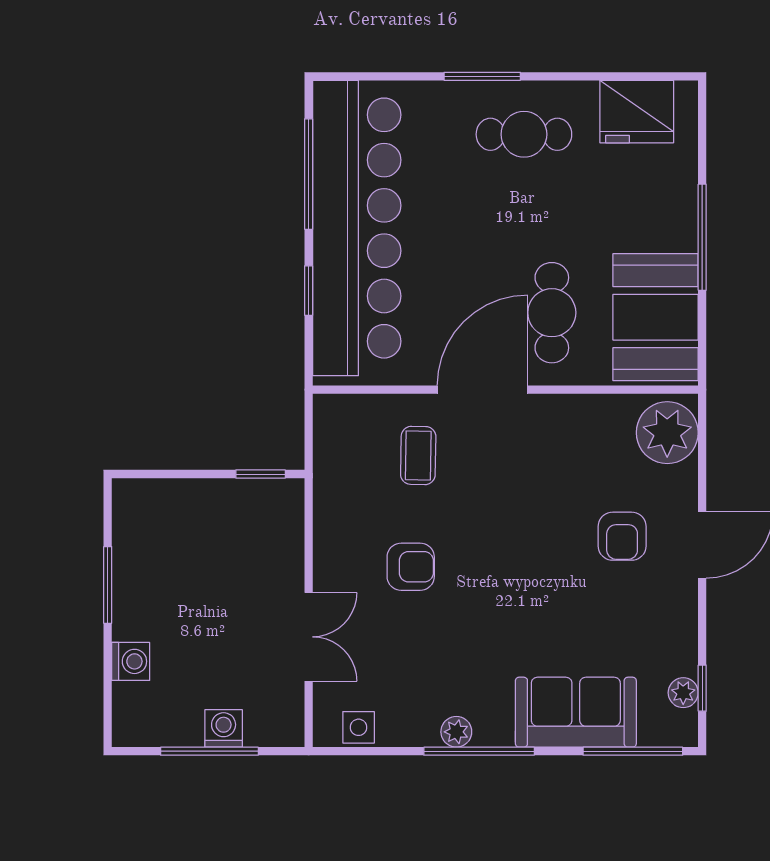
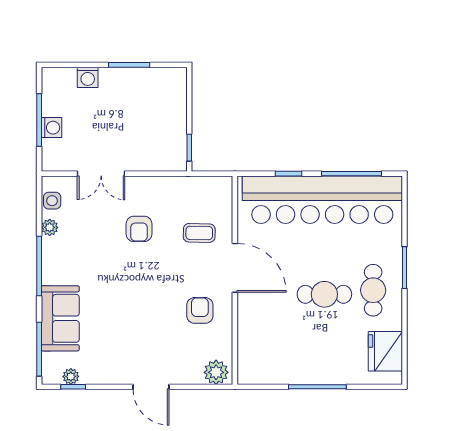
cafe table: (552, 313) -> (324, 294), moved
booth: (656, 317) -> (274, 362), removed
plant: (667, 433) -> (216, 372), width x0.73, depth x0.73
armchair: (622, 536) -> (200, 310), moved, turned 90
plant: (456, 732) -> (50, 227), moved

